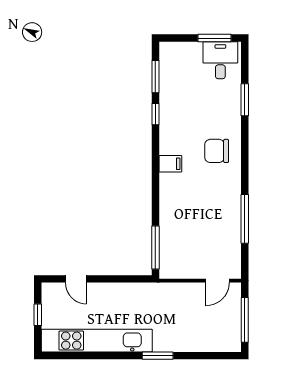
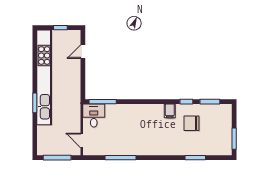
desk: (220, 60) -> (94, 115), moved, turned -90
chair: (217, 151) -> (192, 123), moved, turned -90
filing cabinet: (170, 164) -> (170, 111), moved
kitchen unit: (97, 341) -> (44, 77), width x1.36

